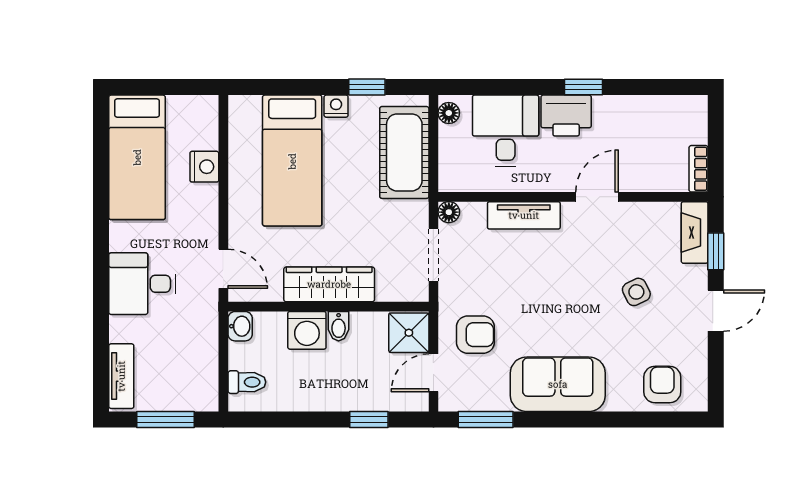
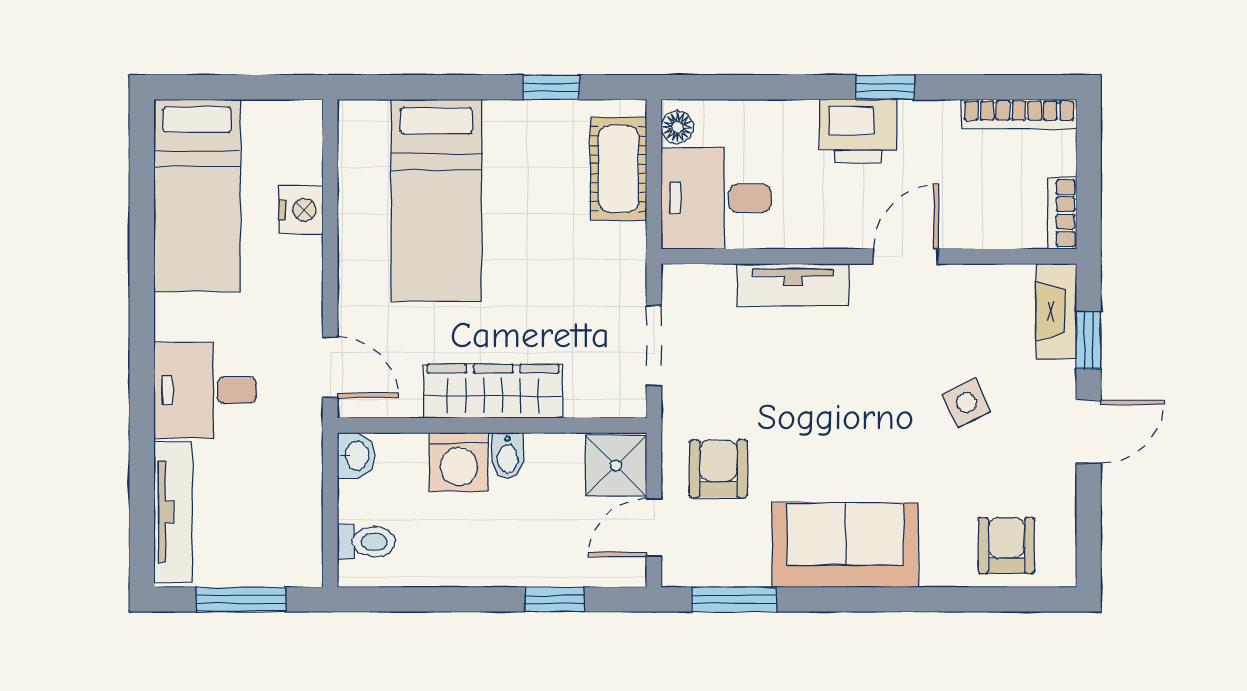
bookcase: (670, 104) -> (1019, 114), added
nightstand: (336, 106) -> (504, 117), removed
desk: (506, 130) -> (716, 198), moved, turned -90
cot: (404, 152) -> (618, 169), width x0.73, depth x0.75
floor lamp: (449, 212) -> (677, 280), removed
armchair: (475, 335) -> (718, 469), turned -90
tv unit: (121, 376) -> (173, 512), width x1.41

